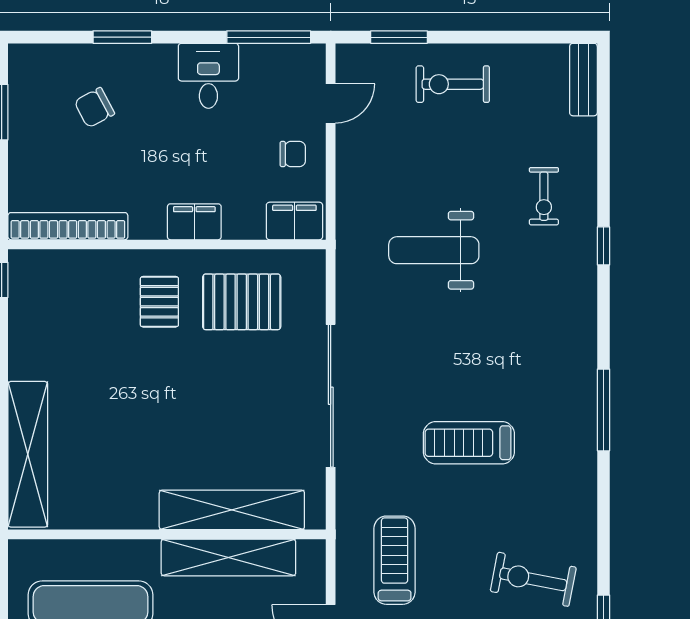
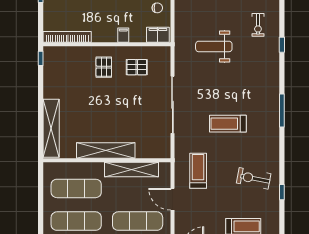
filing cabinet: (194, 222) -> (123, 35), width x0.50
pallet: (242, 302) -> (137, 67), width x0.67, depth x0.71
shelving: (232, 510) -> (106, 151), moved

